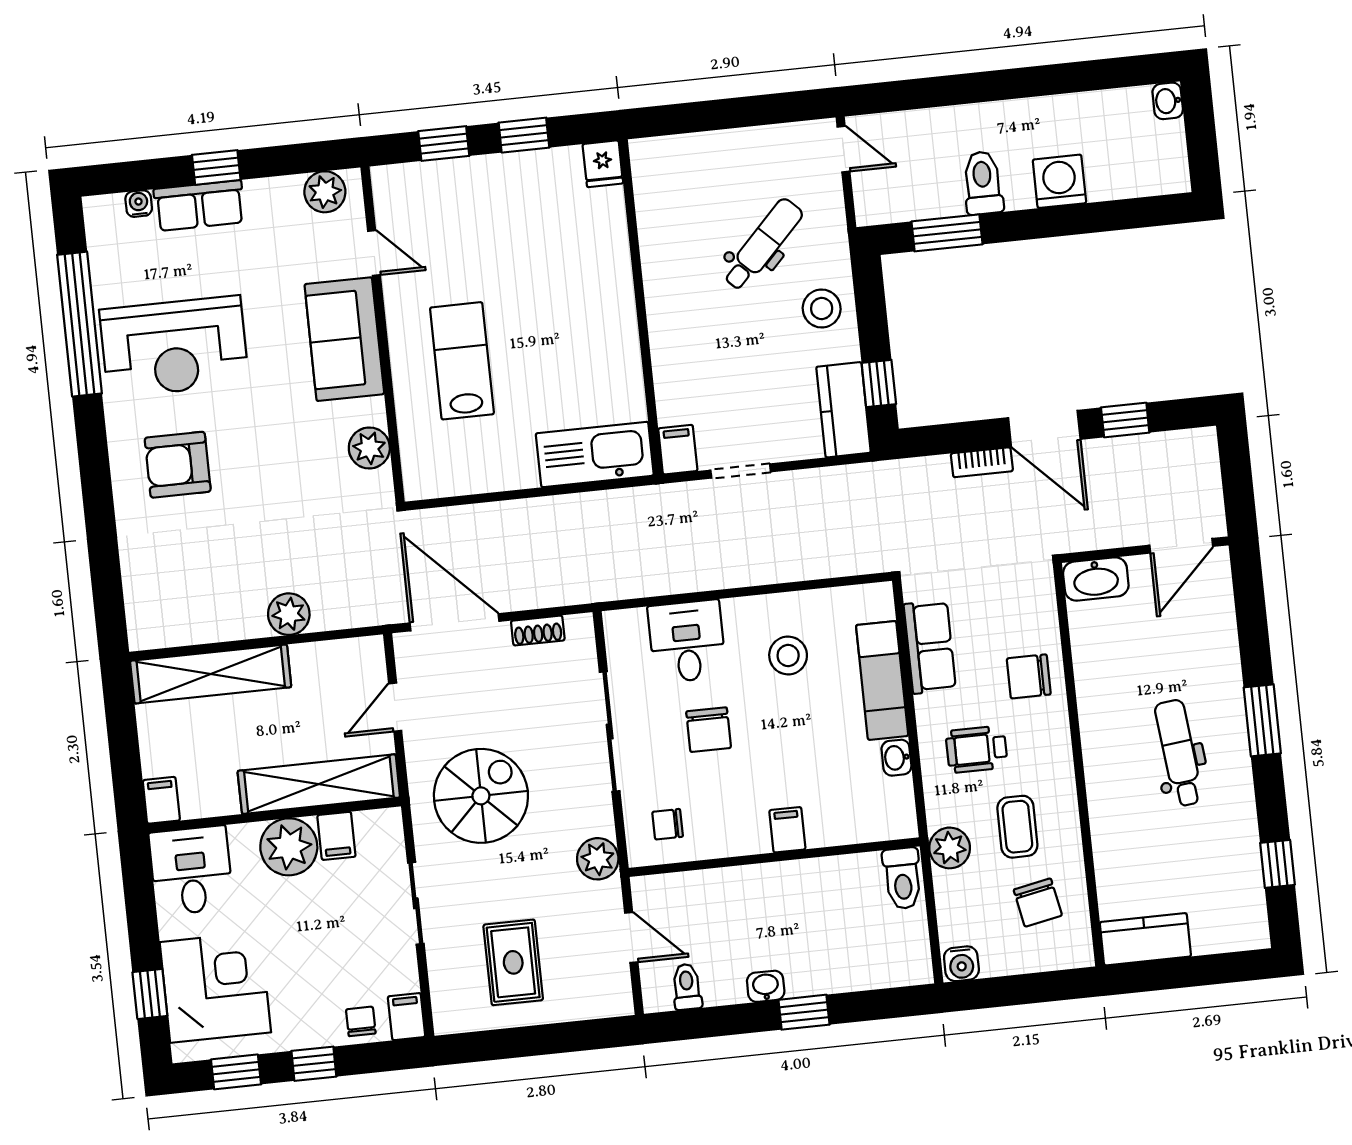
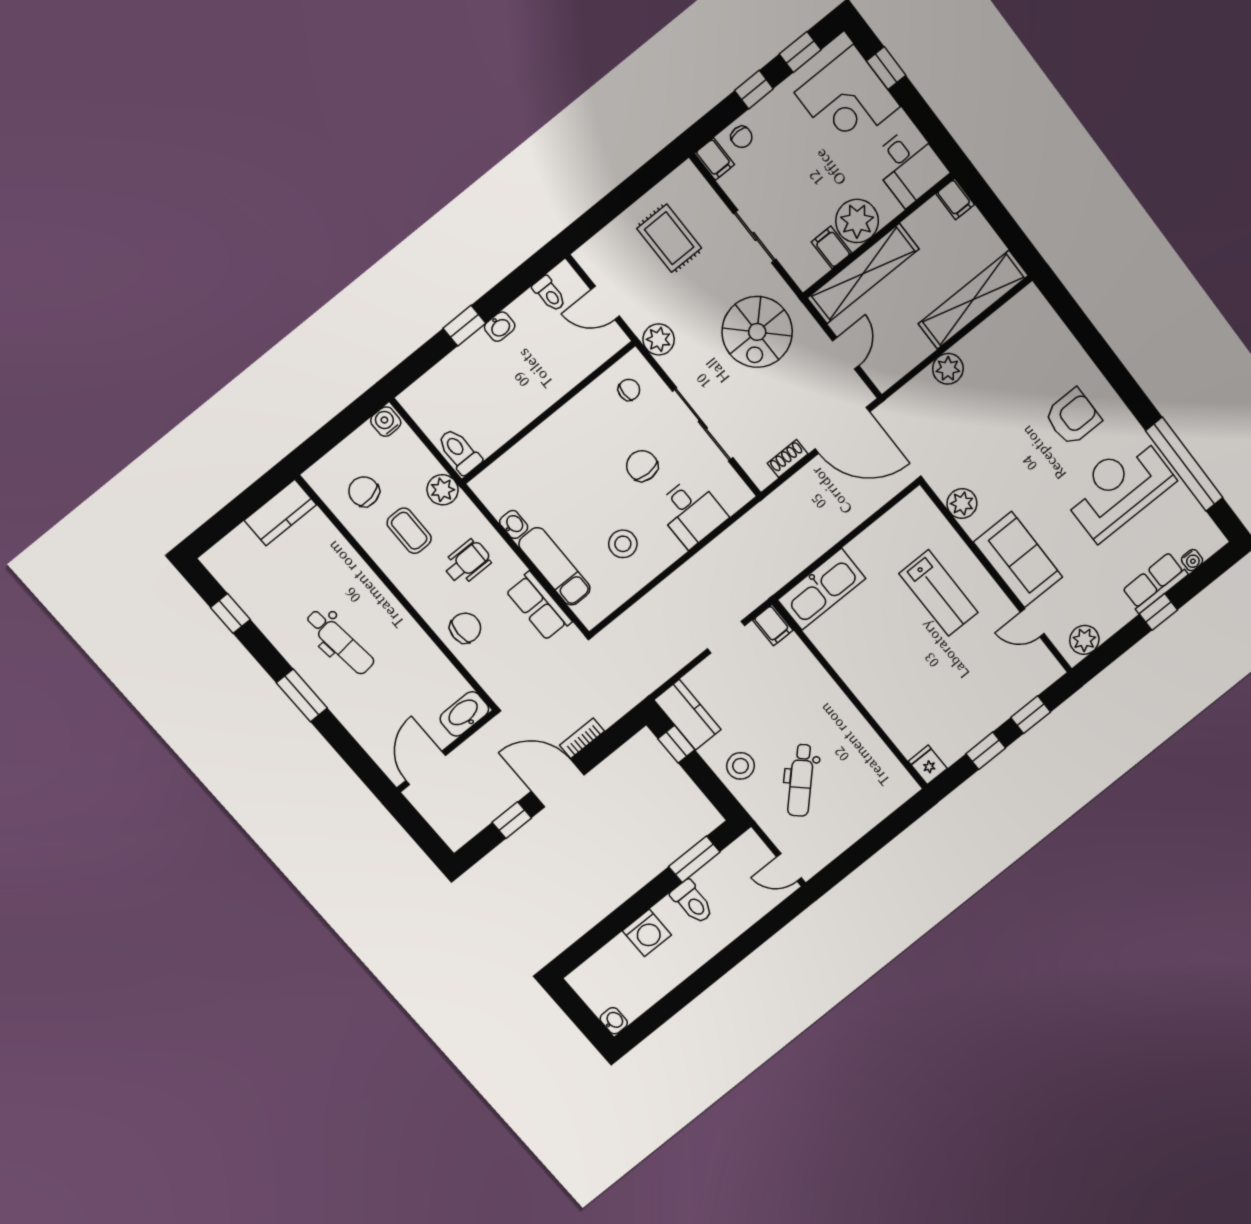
filing cabinet: (787, 830) -> (552, 435), removed

